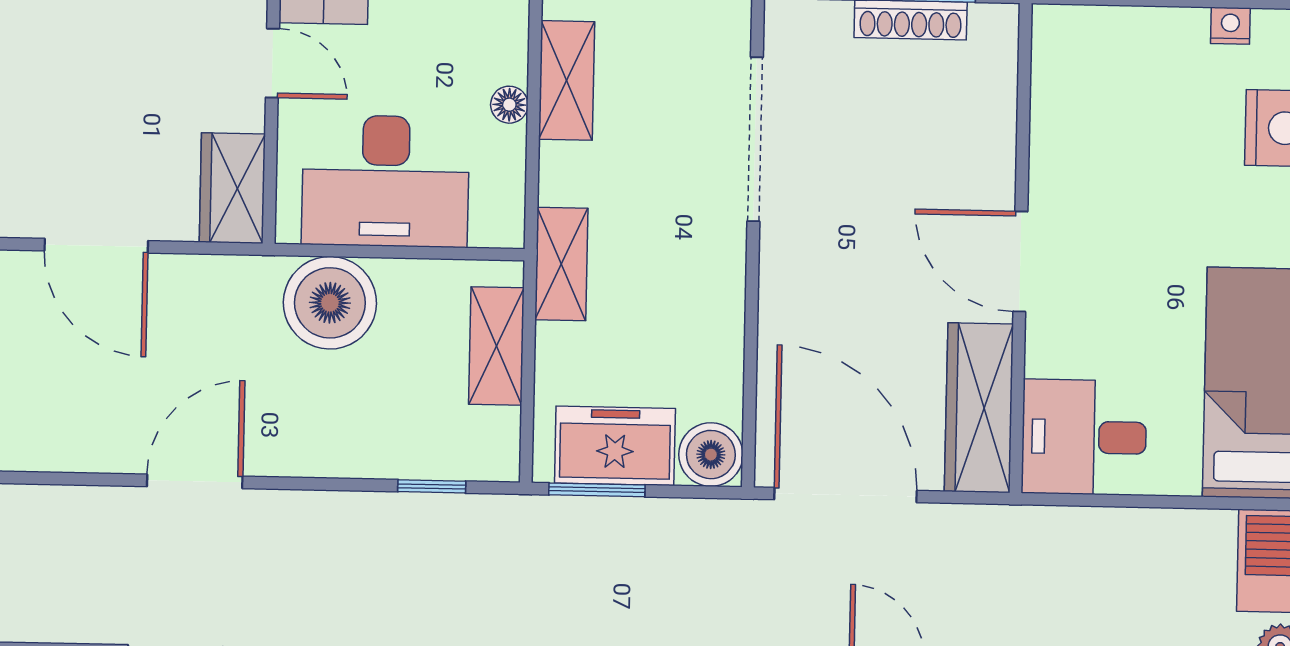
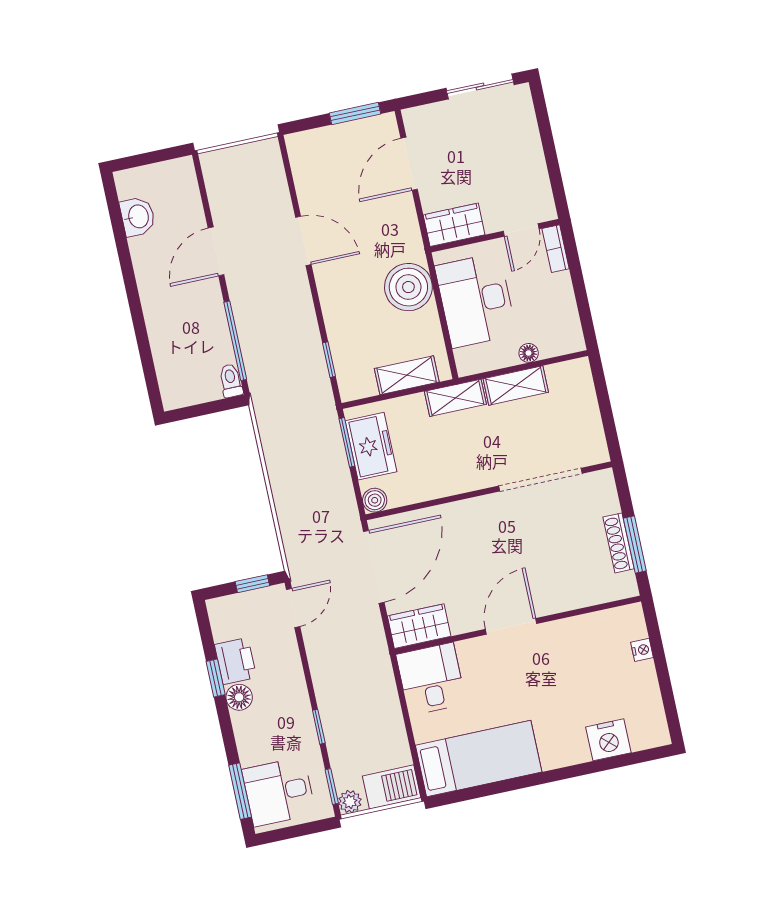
nightstand: (1230, 26) -> (642, 650), moved
shelving: (567, 80) -> (516, 385), moved
wardrobe: (979, 408) -> (419, 626), width x0.67
boiler: (711, 455) -> (375, 500), width x0.73, depth x0.73

